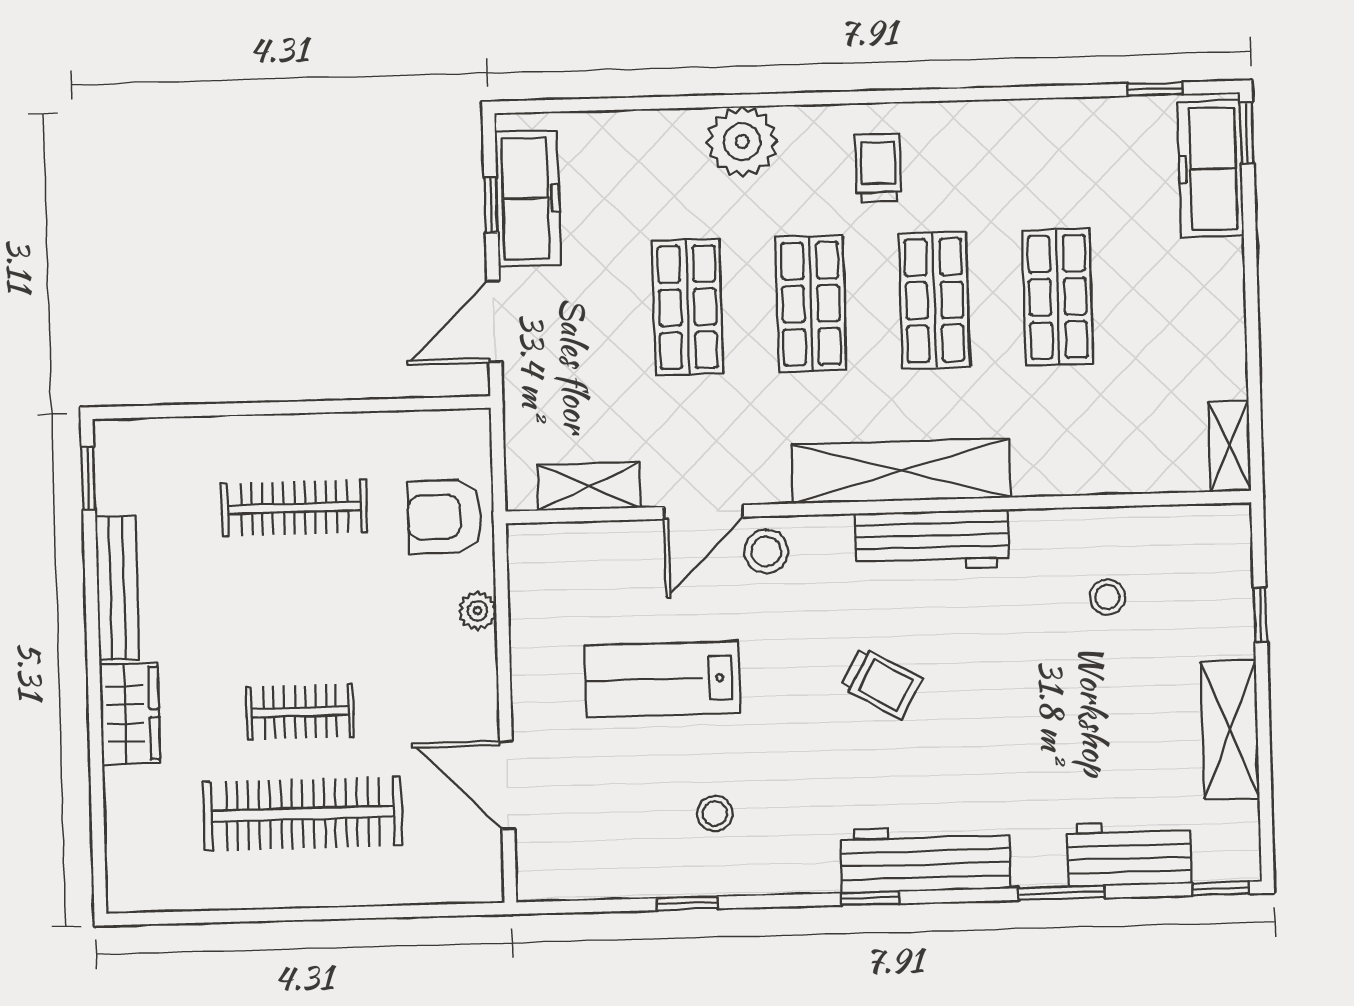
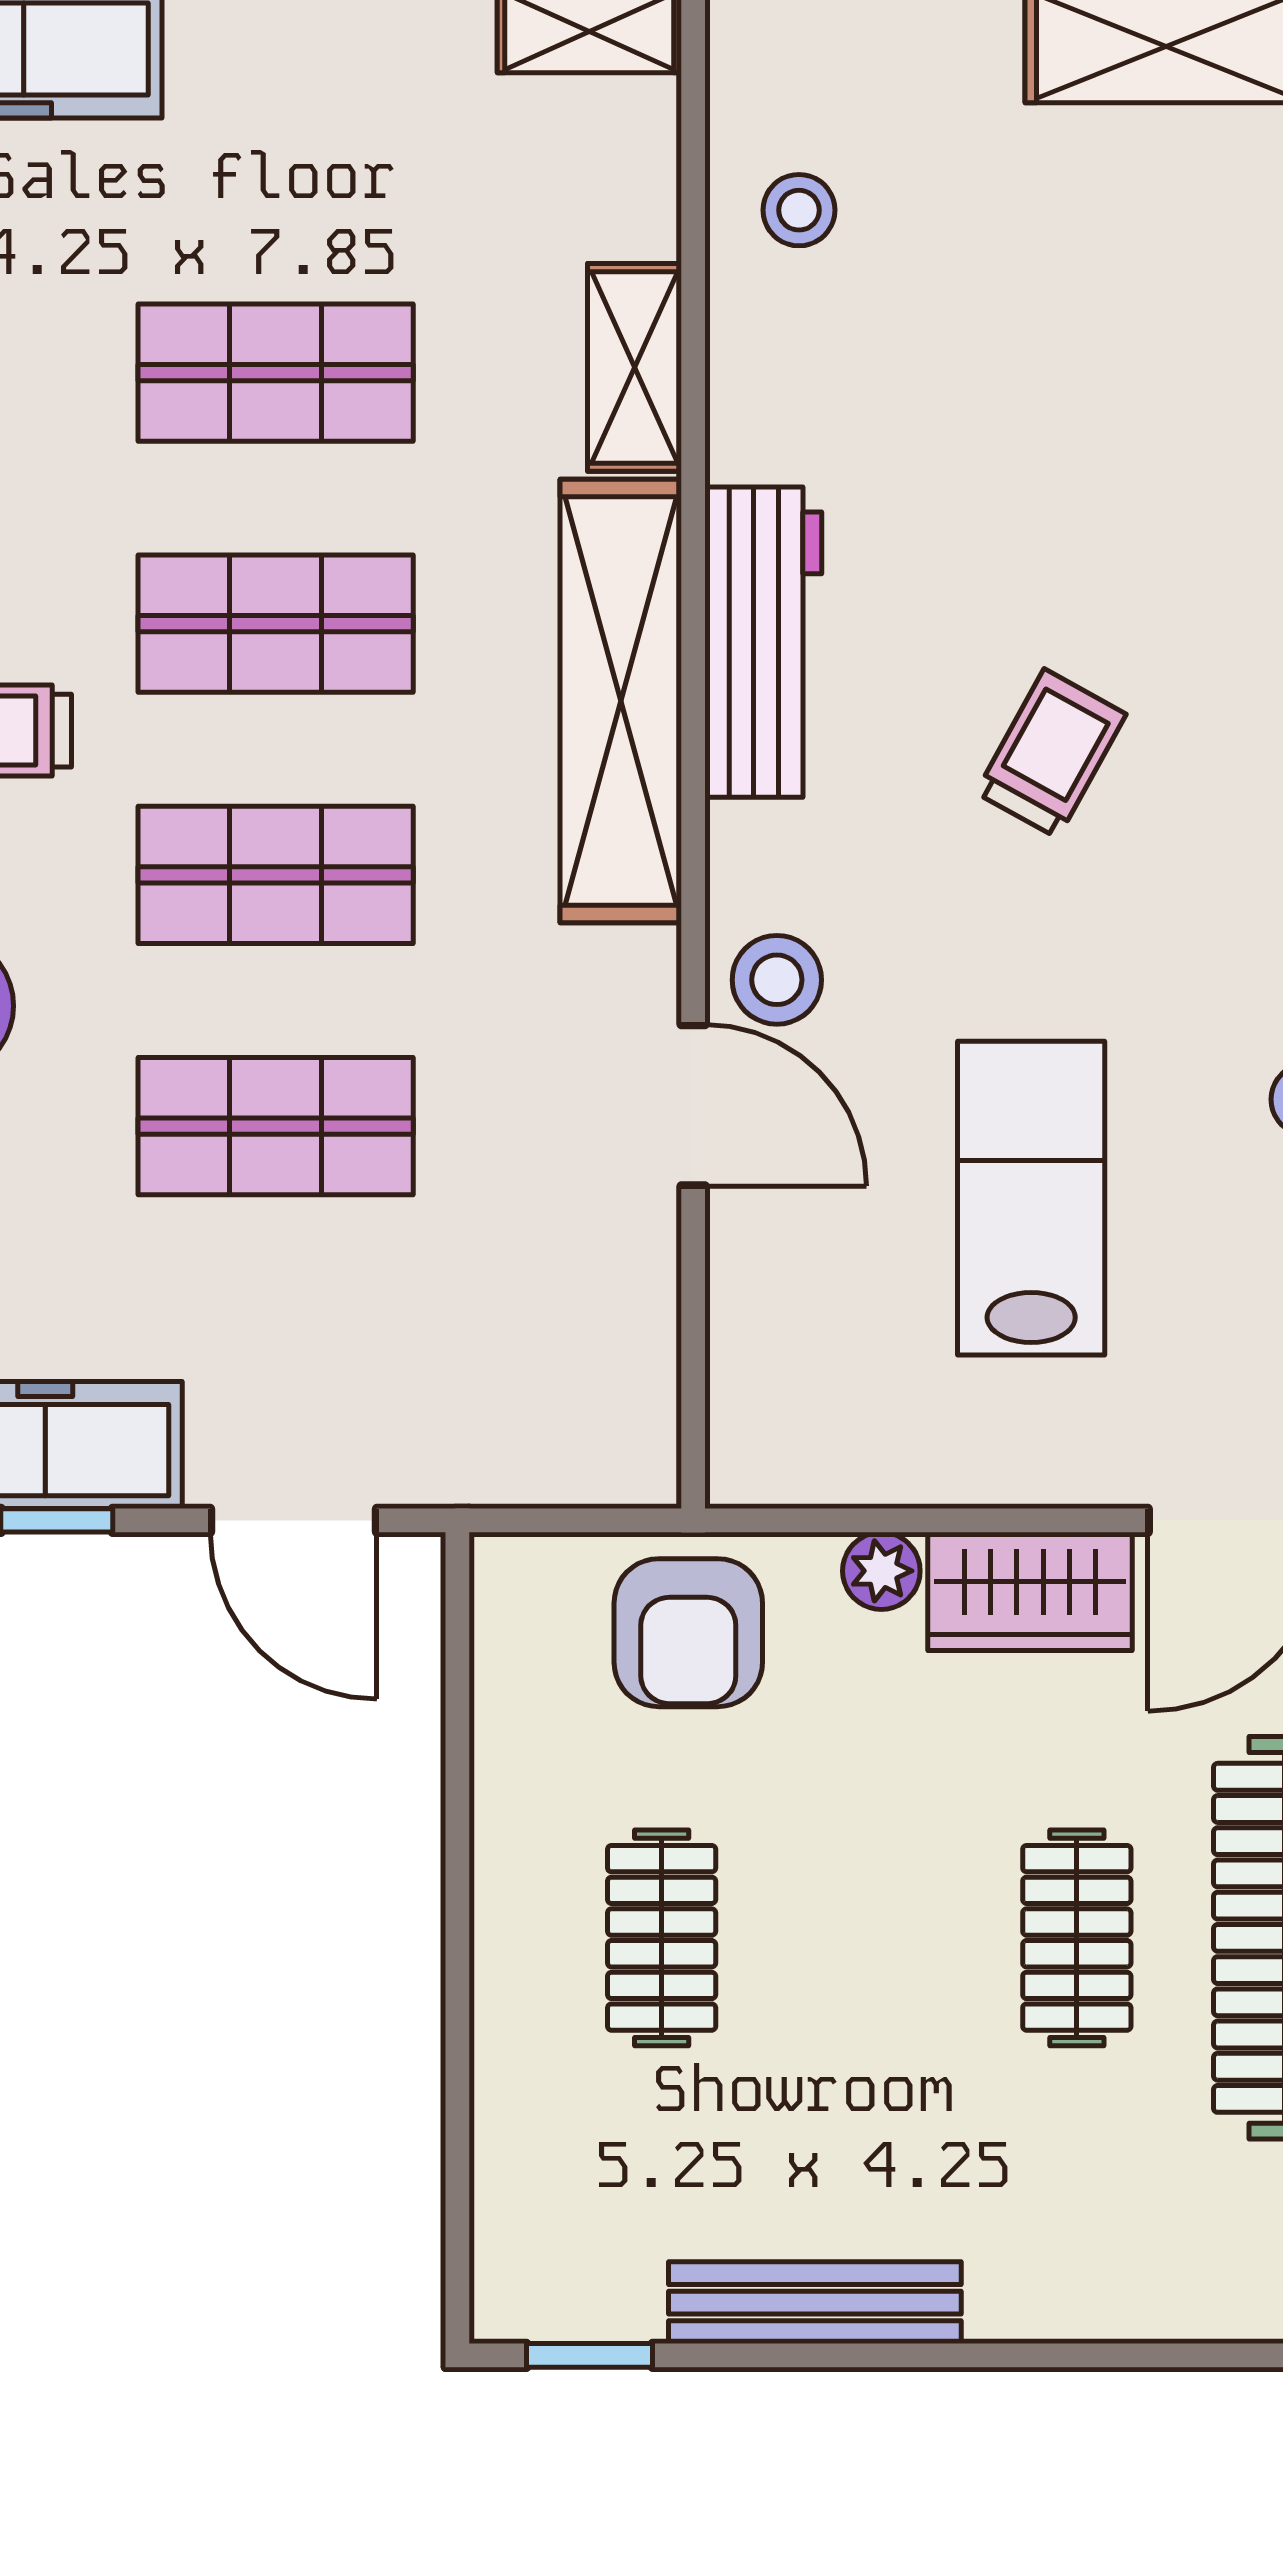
shelving: (589, 486) -> (634, 367), moved
clothes rail: (294, 508) -> (662, 1938), width x0.73
stool: (1107, 597) -> (799, 210), moved
lab bench: (663, 679) -> (1031, 1198), turned 180
wardrobe: (130, 714) -> (1030, 1591), moved, turned 180

